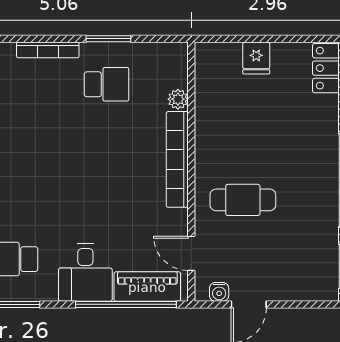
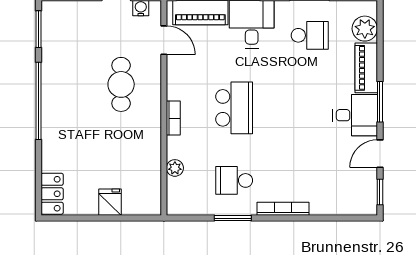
bookcase: (177, 159) -> (173, 118), width x0.43, depth x0.76
school desk: (107, 172) -> (234, 108), added
cafe table: (243, 200) -> (121, 84), turned 90

